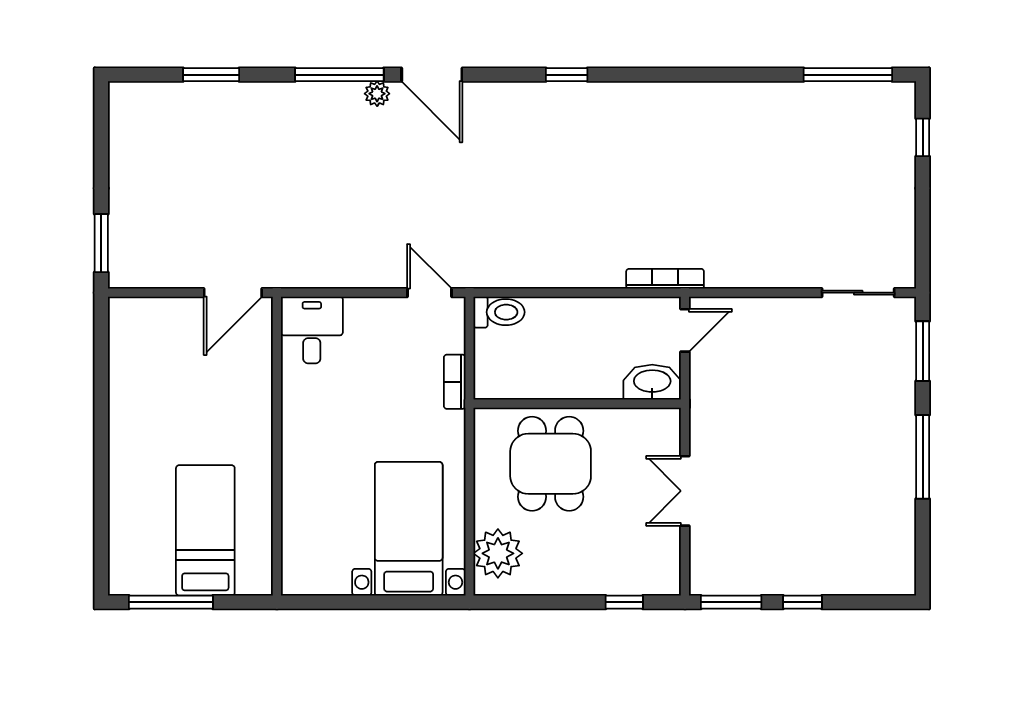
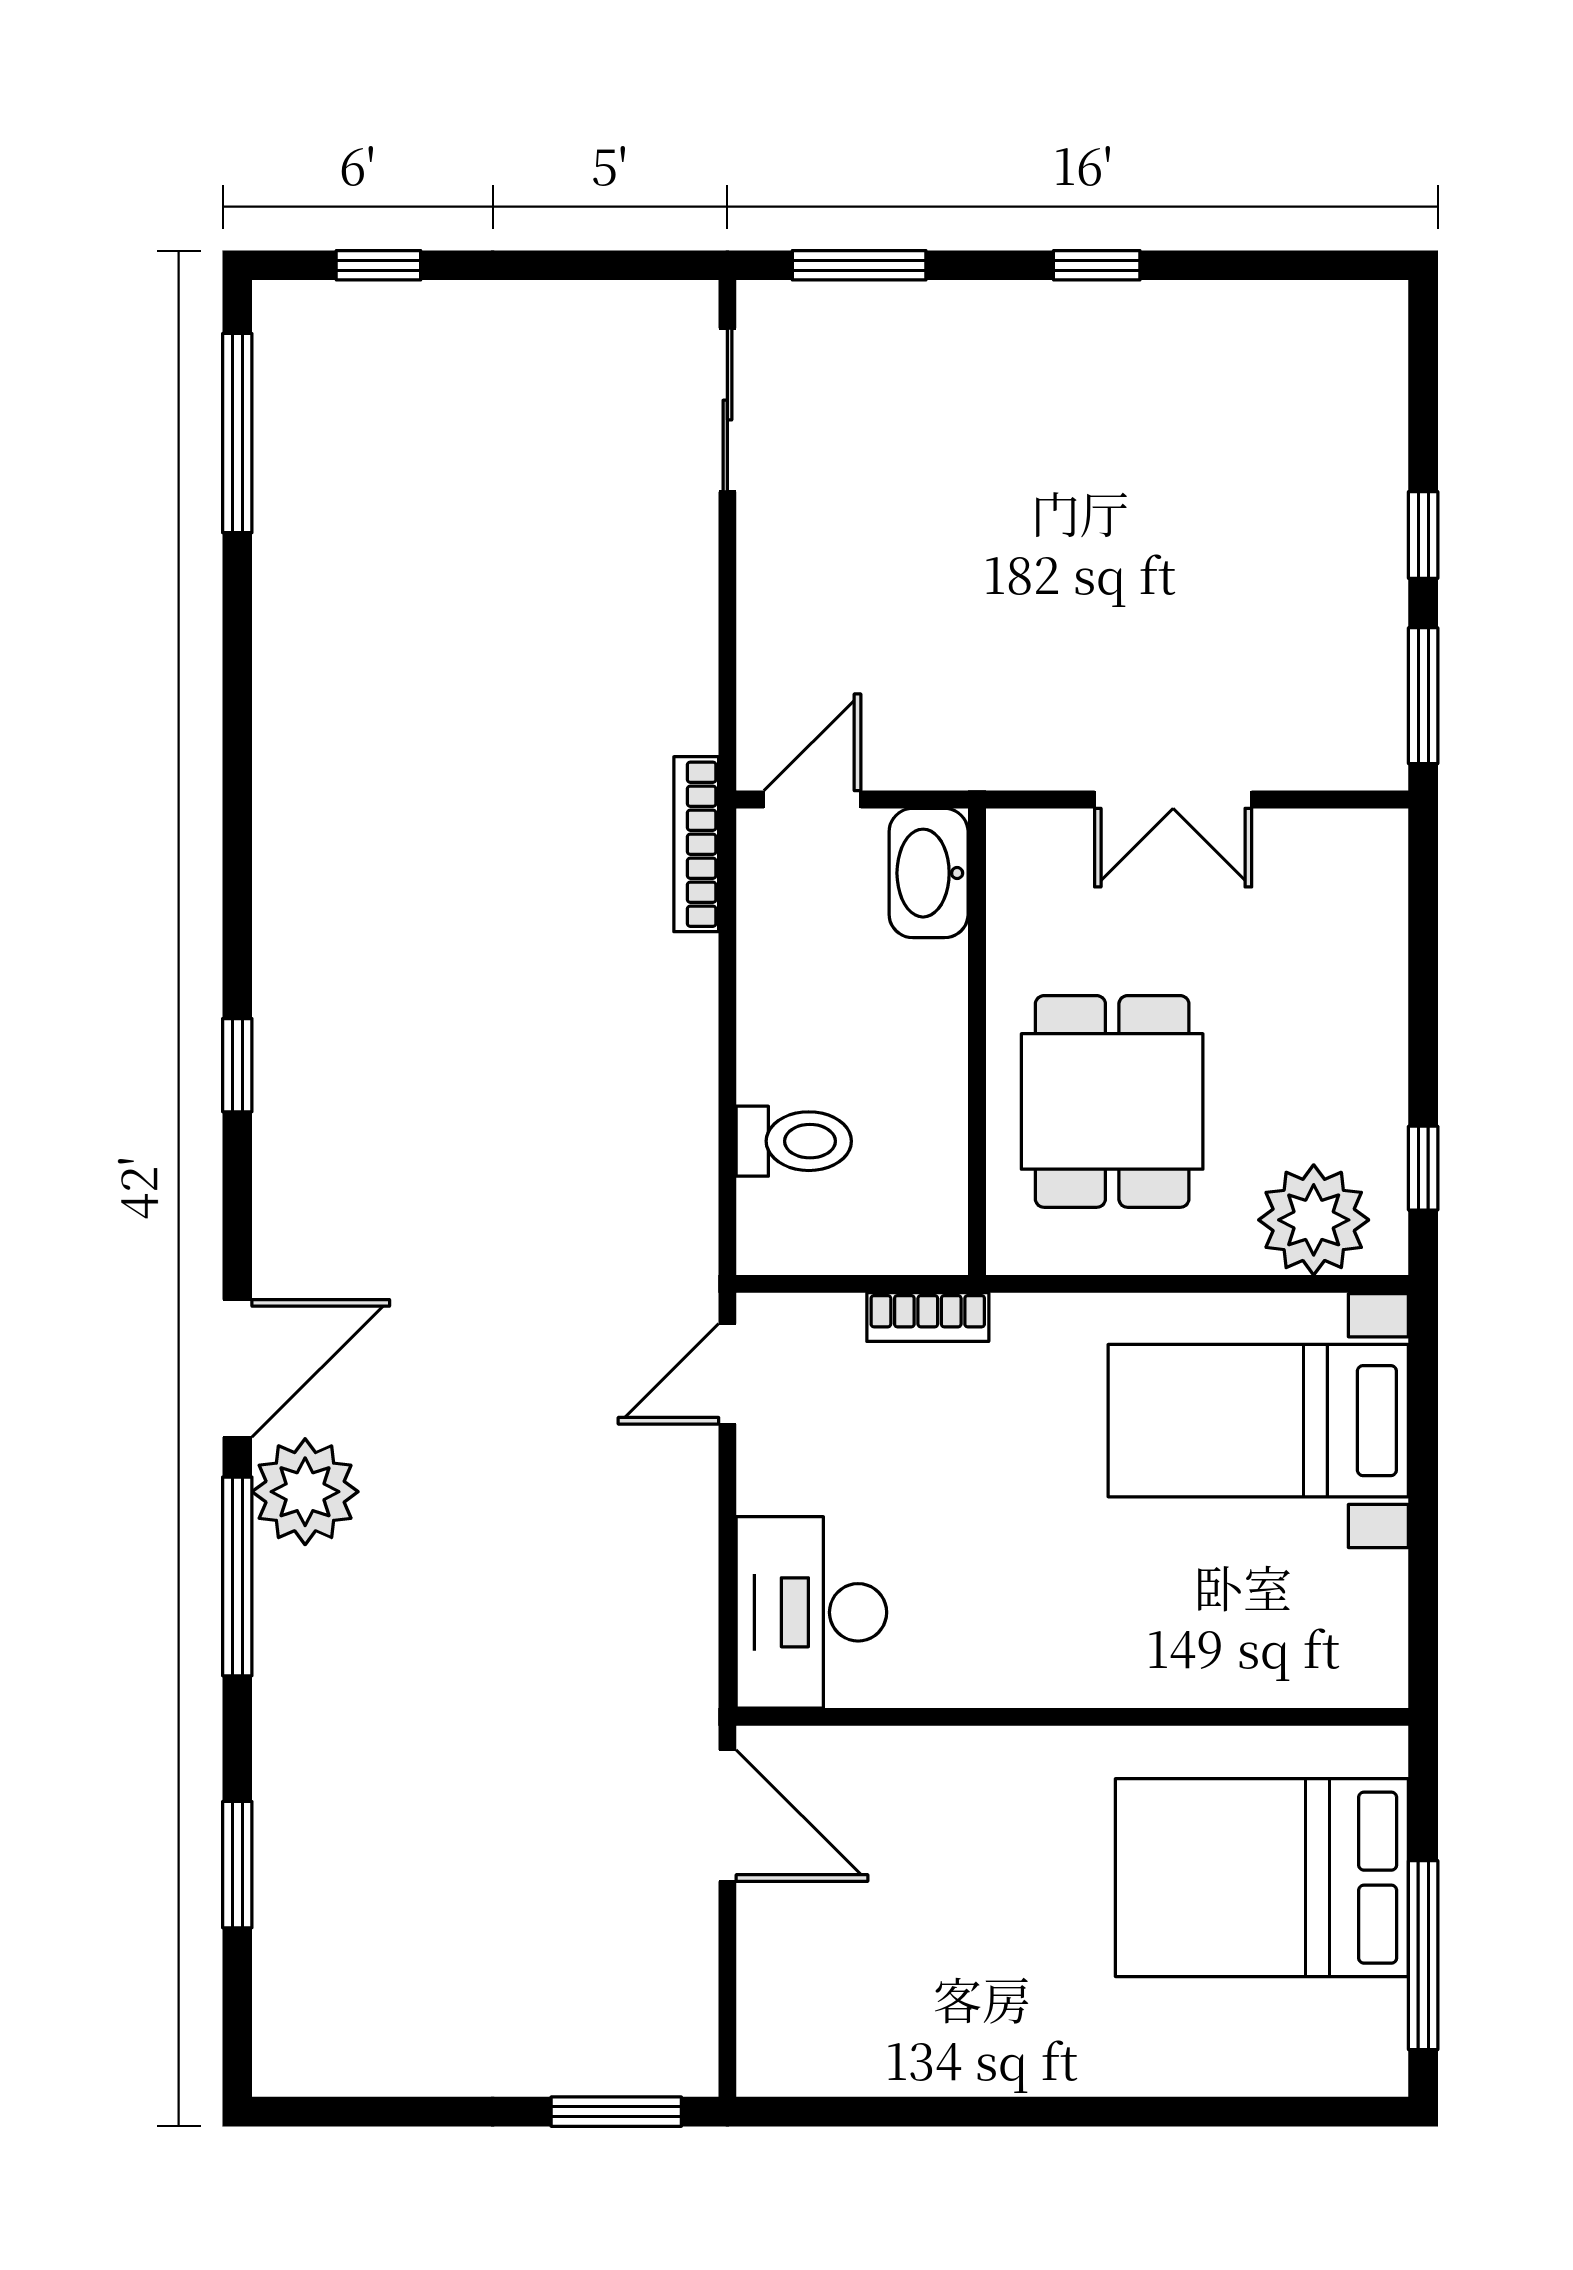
plant: (377, 94) -> (305, 1492), width x1.87, depth x1.87
toilet: (499, 312) -> (794, 1141), moved, turned 90
desk: (312, 330) -> (811, 1612), width x1.37
door: (685, 330) -> (812, 800), hinge flipped
window: (923, 457) -> (1097, 265), width x0.46
dining table: (551, 464) -> (1112, 1101), turned 90
bed: (205, 530) -> (1262, 1878), width x1.50
window: (624, 602) -> (1423, 1168), moved

